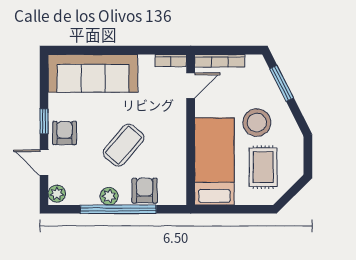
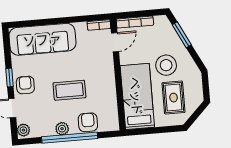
coffee table: (124, 145) -> (69, 90), turned 49

